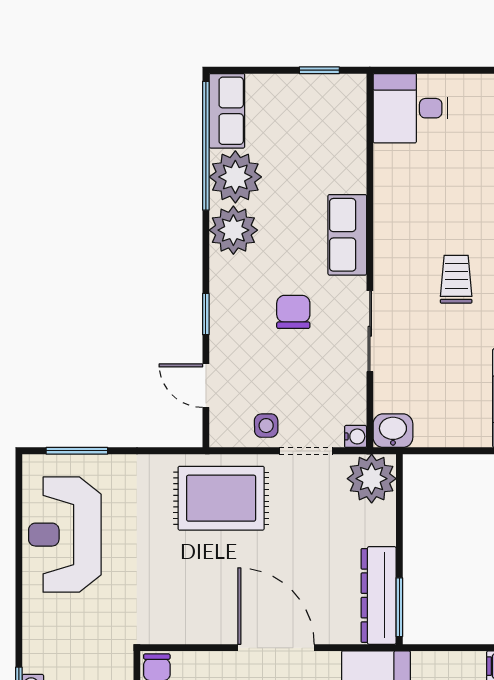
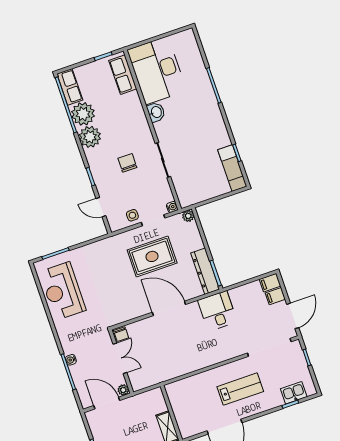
desk: (410, 108) -> (157, 70), width x1.87, depth x1.30
row of seats: (347, 235) -> (123, 75), moved
trolley: (456, 279) -> (192, 125), removed
washbasin: (393, 431) -> (156, 112), moved, turned 90
plant: (372, 479) -> (188, 216), width x0.53, depth x0.53
rug: (221, 498) -> (152, 256), moved

